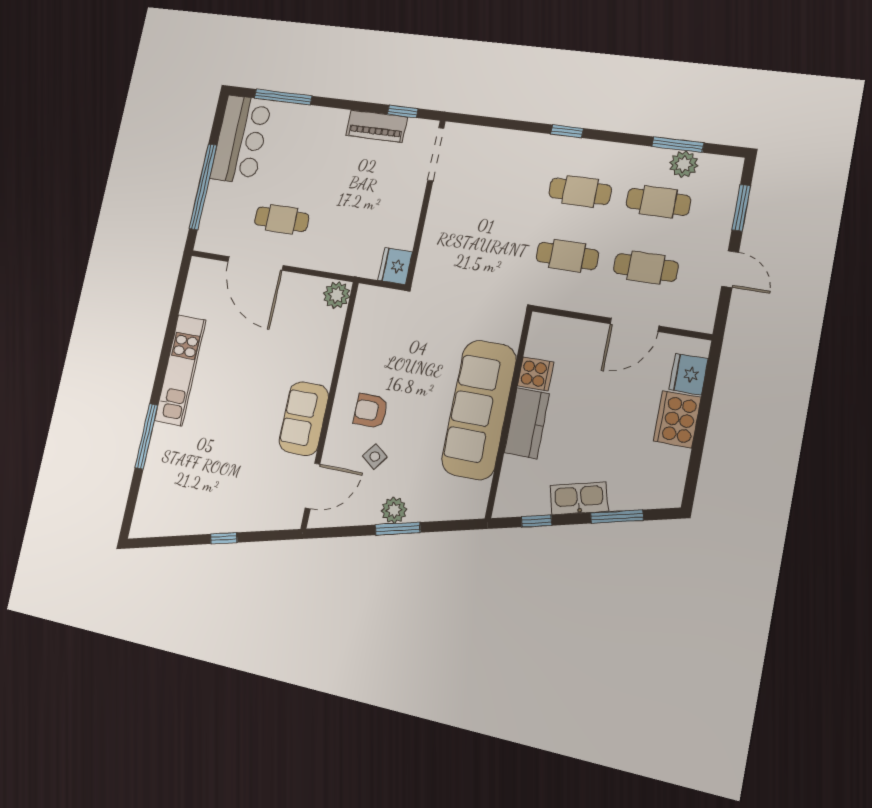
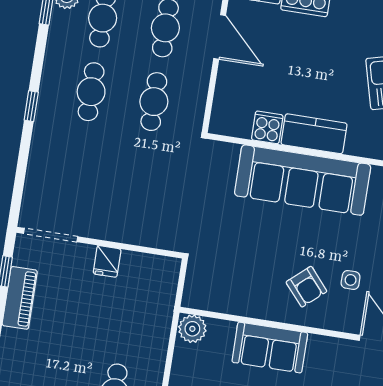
fridge: (395, 266) -> (107, 261), moved, width x0.72
armchair: (371, 411) -> (306, 287), turned -41
sofa: (304, 419) -> (270, 347), moved
side table: (375, 457) -> (351, 280), turned -38

